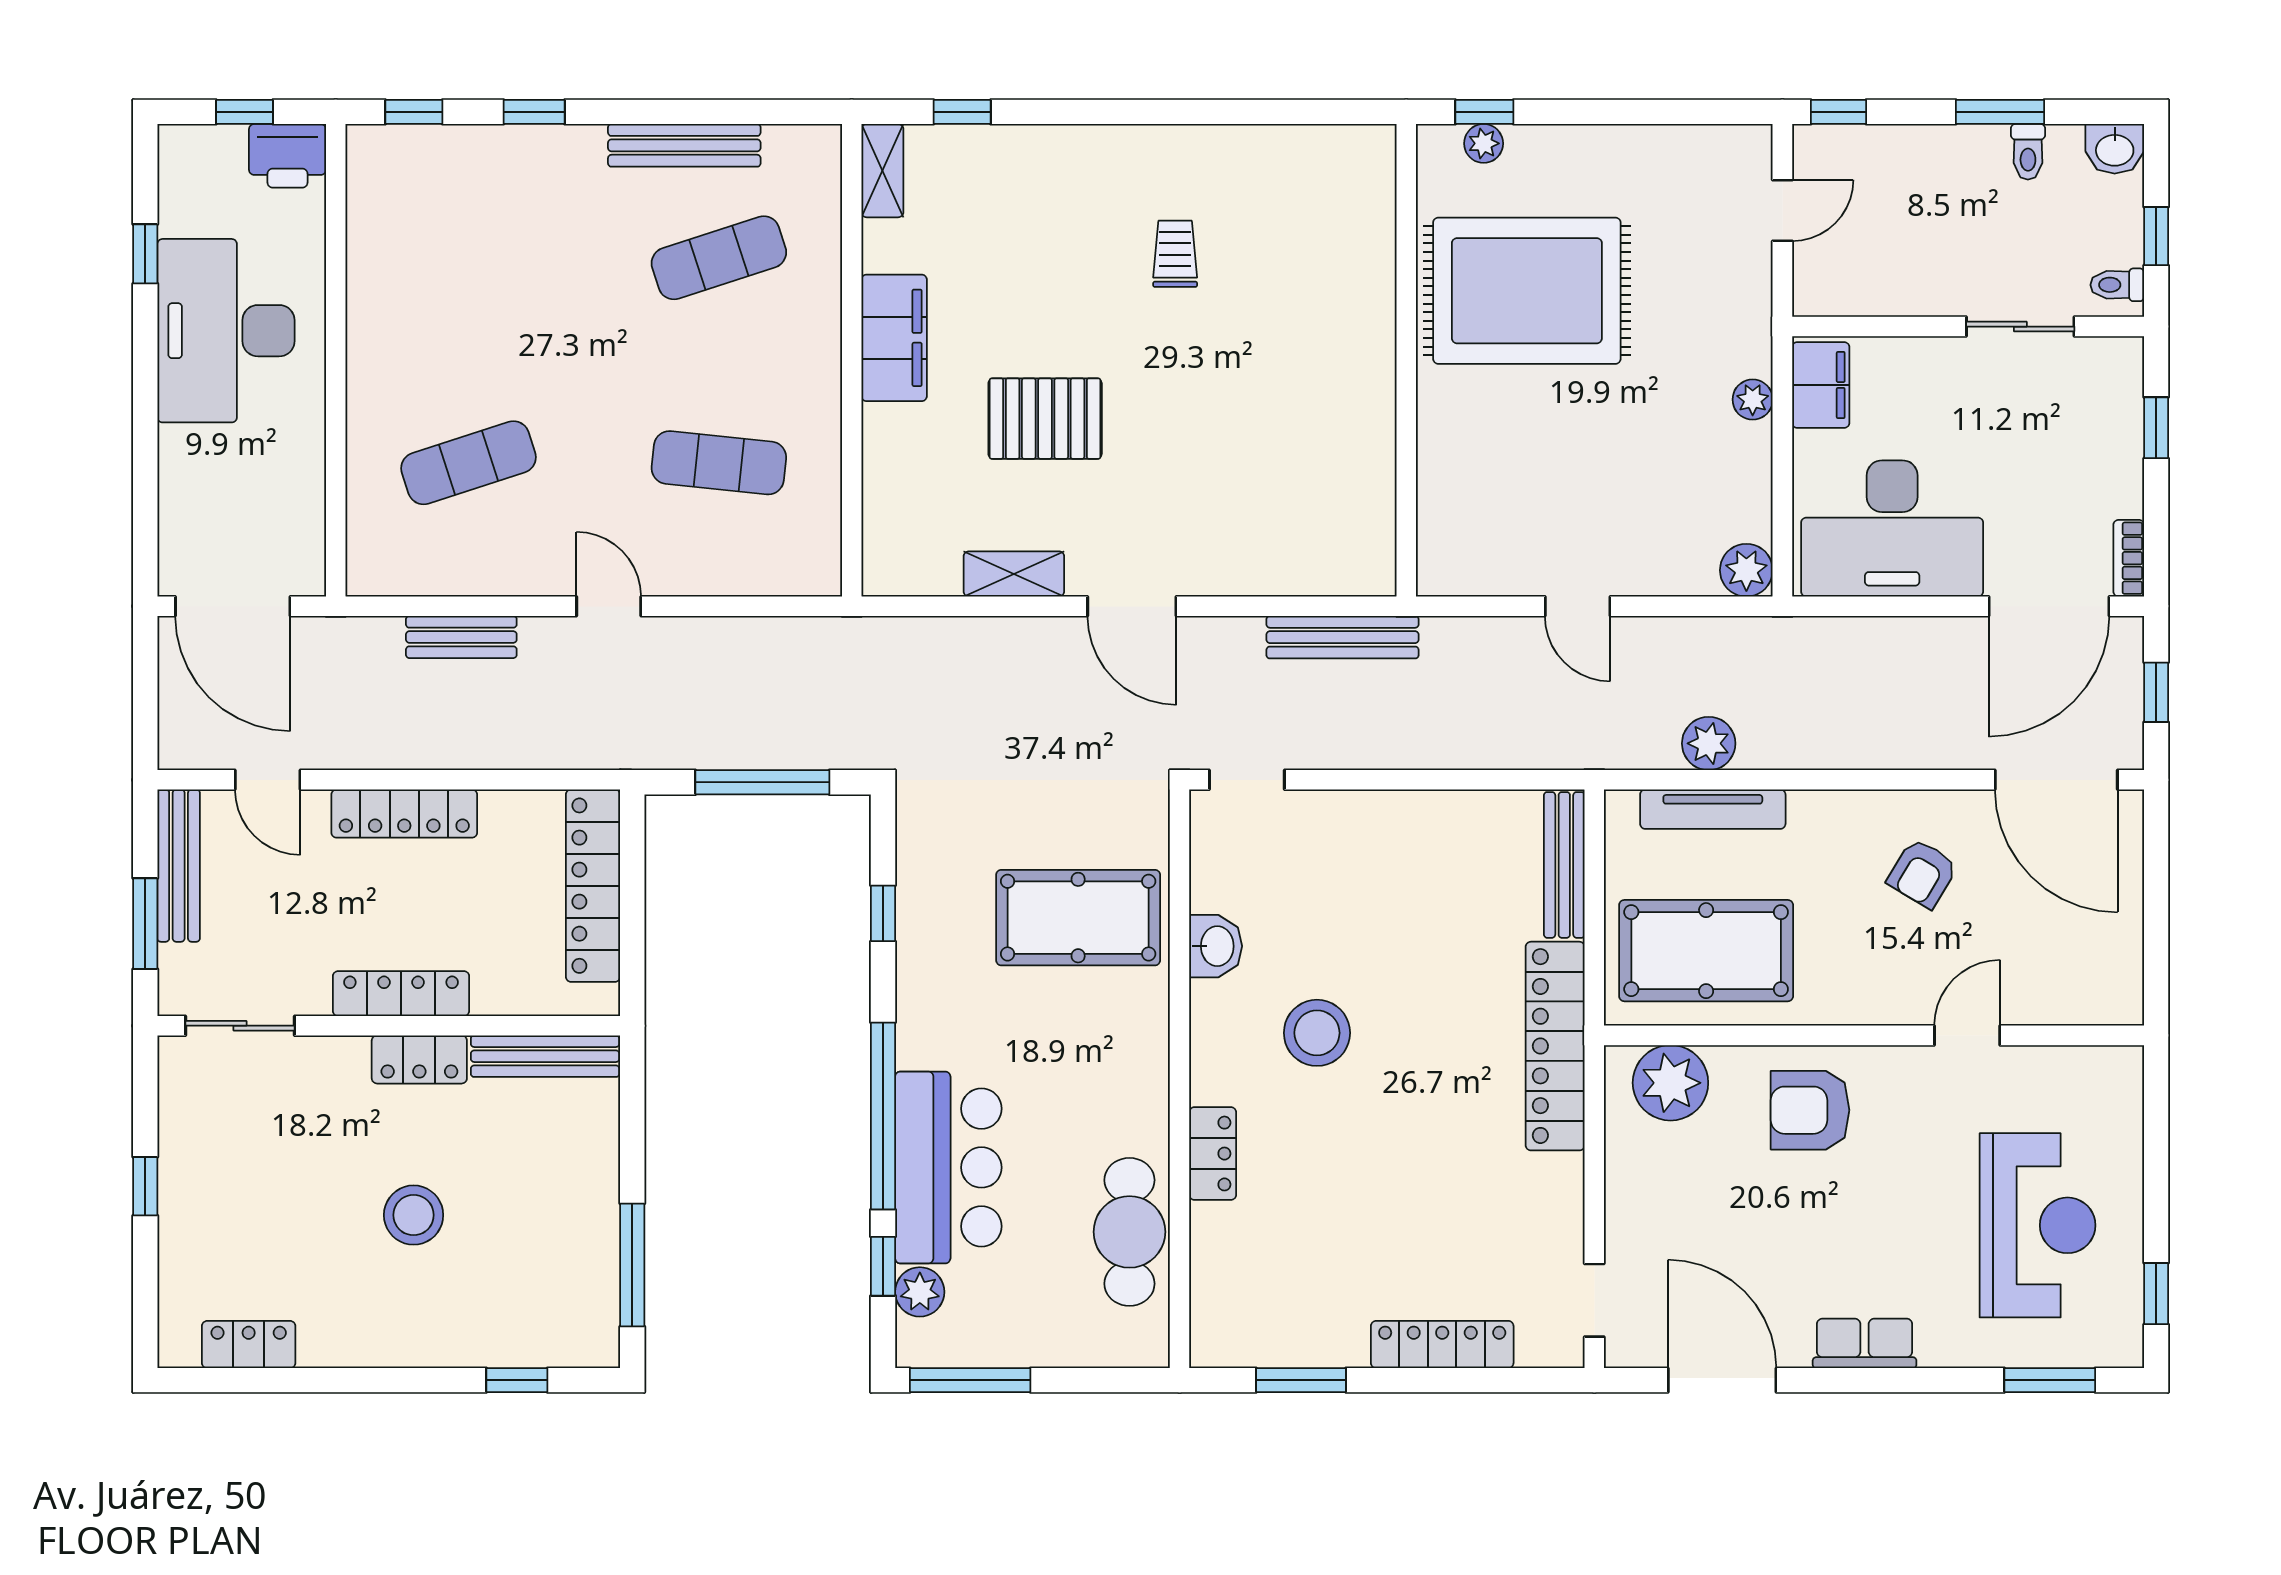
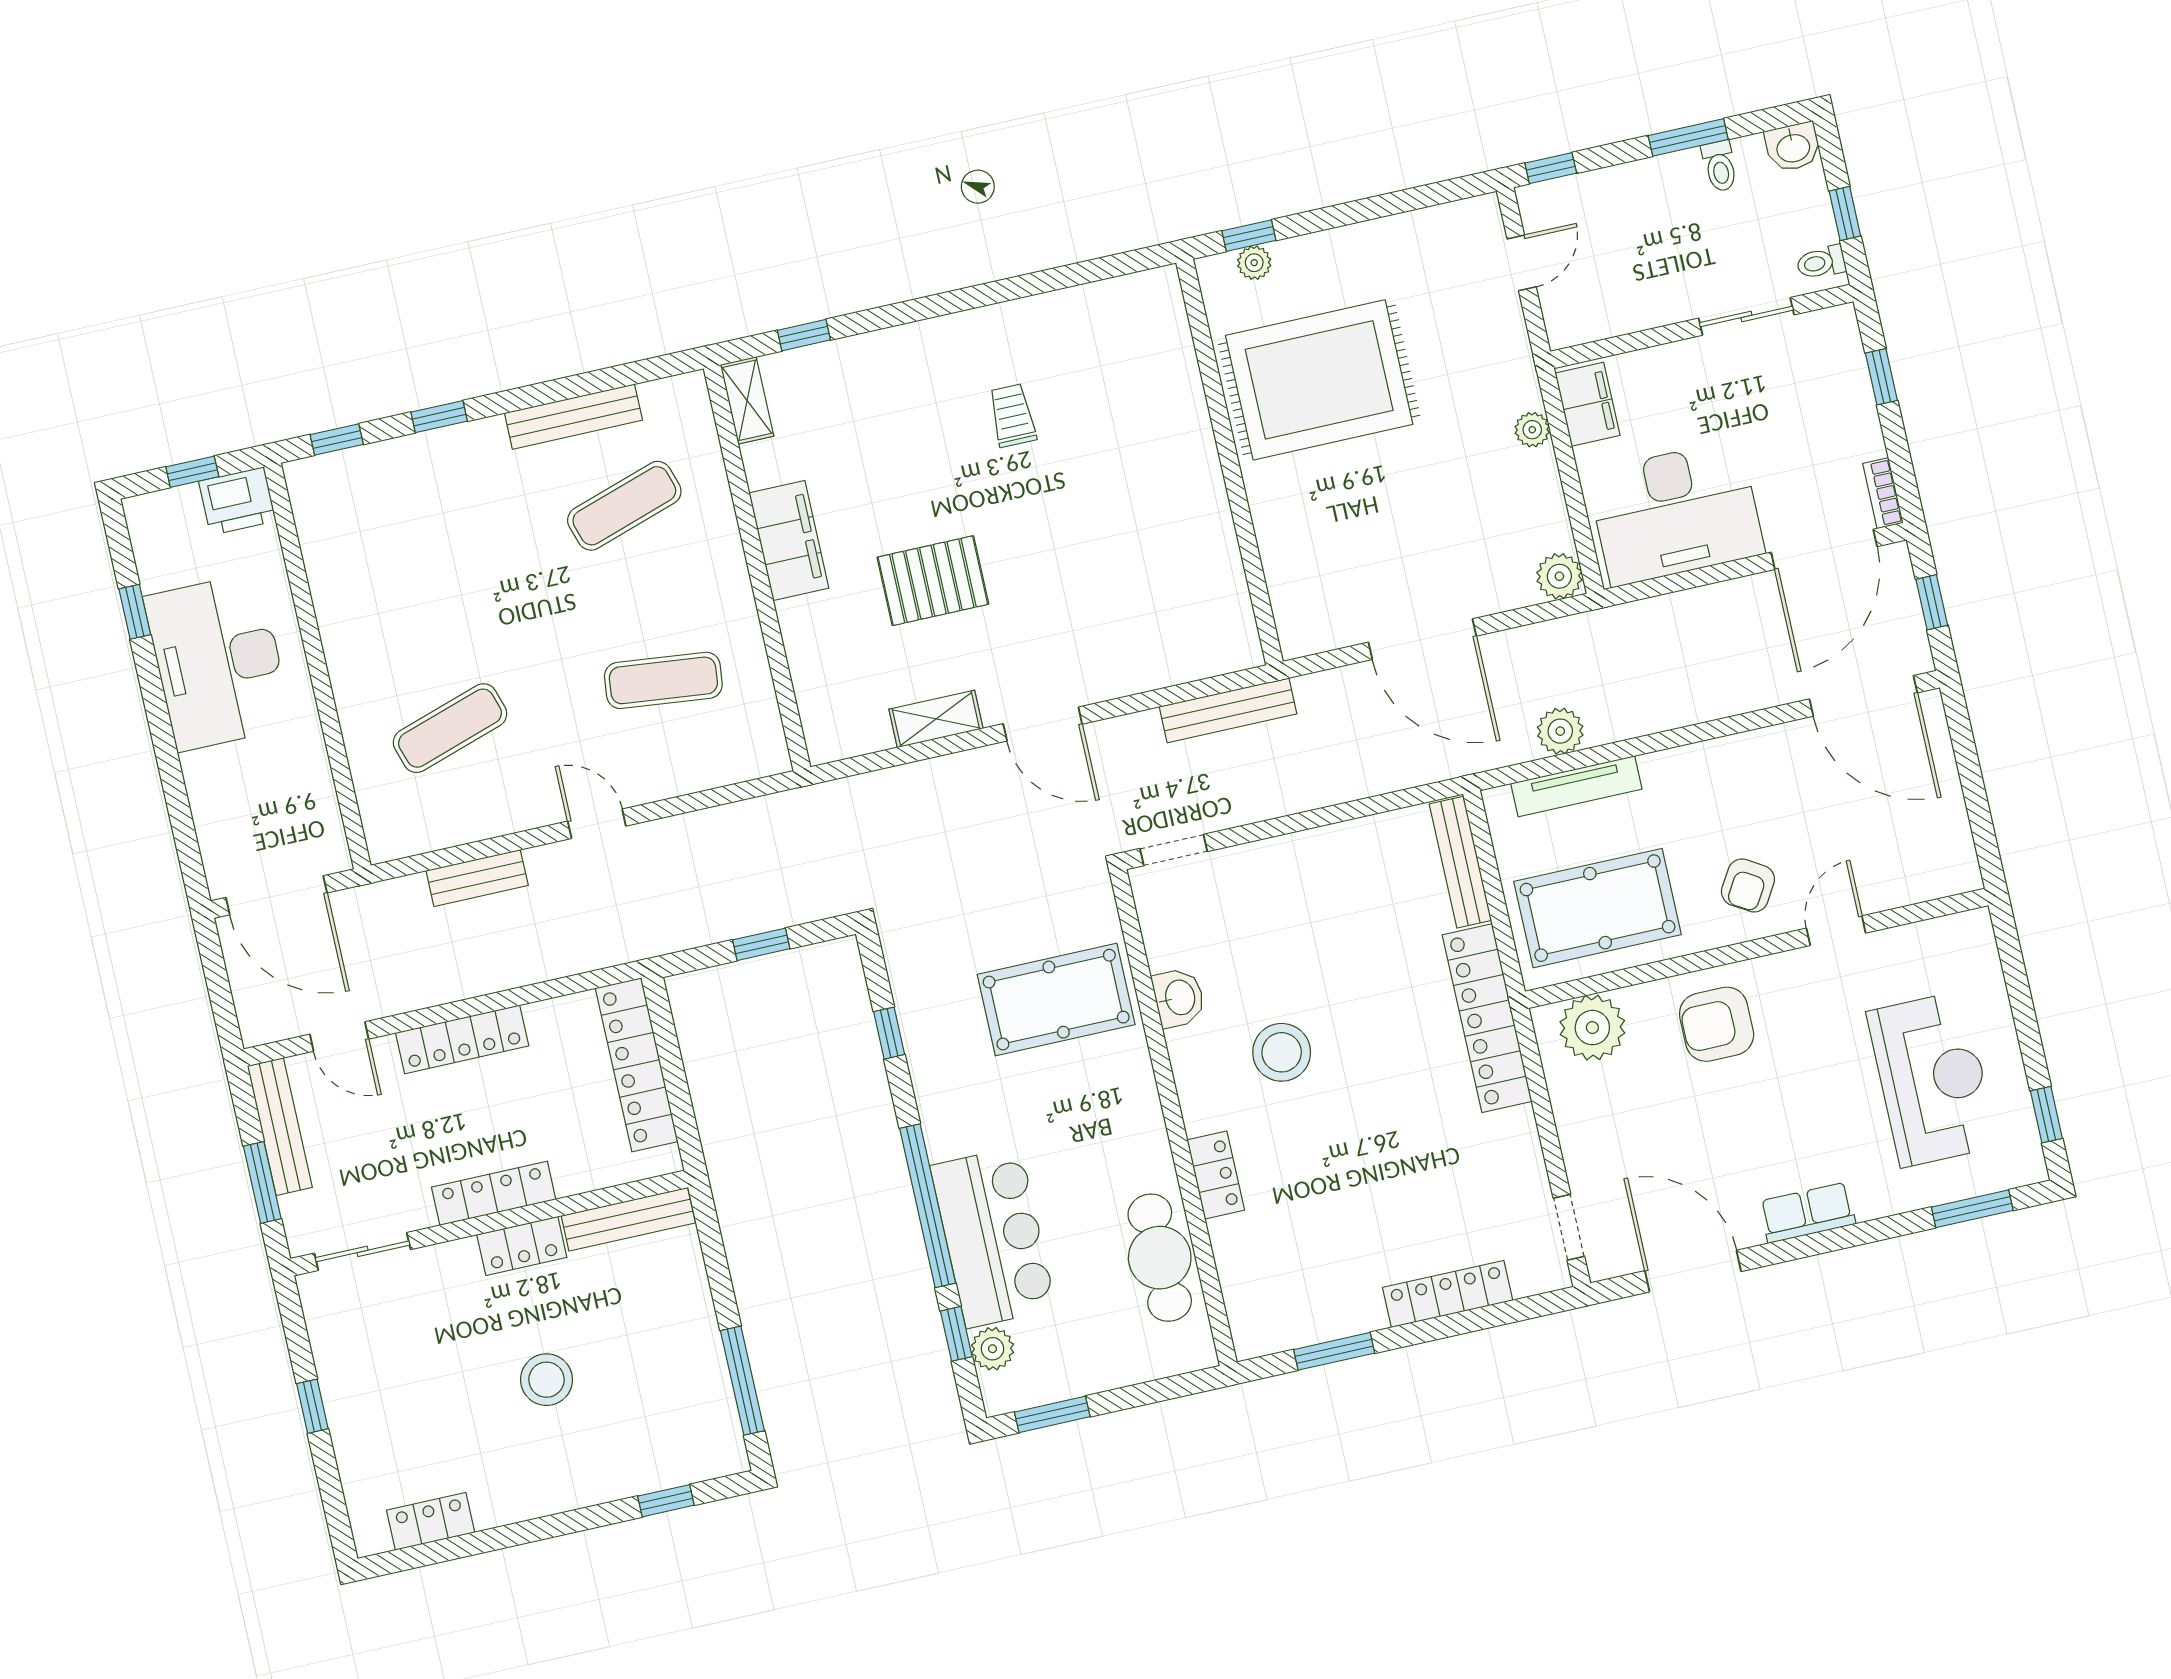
door: (1578, 606) -> (1422, 639), width x1.88
window: (762, 782) -> (761, 944), width x0.46
armchair: (1922, 873) -> (1748, 885), moved
window: (970, 1380) -> (1052, 1414), width x0.69

